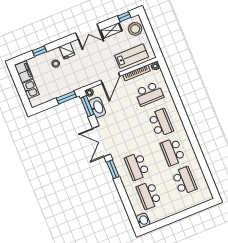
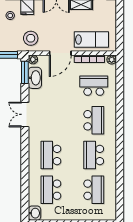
stool: (135, 29) -> (31, 38), moved
school desk: (149, 94) -> (94, 86), turned 180
double door: (101, 141) -> (25, 114), width x0.73
window: (113, 169) -> (25, 148), removed

